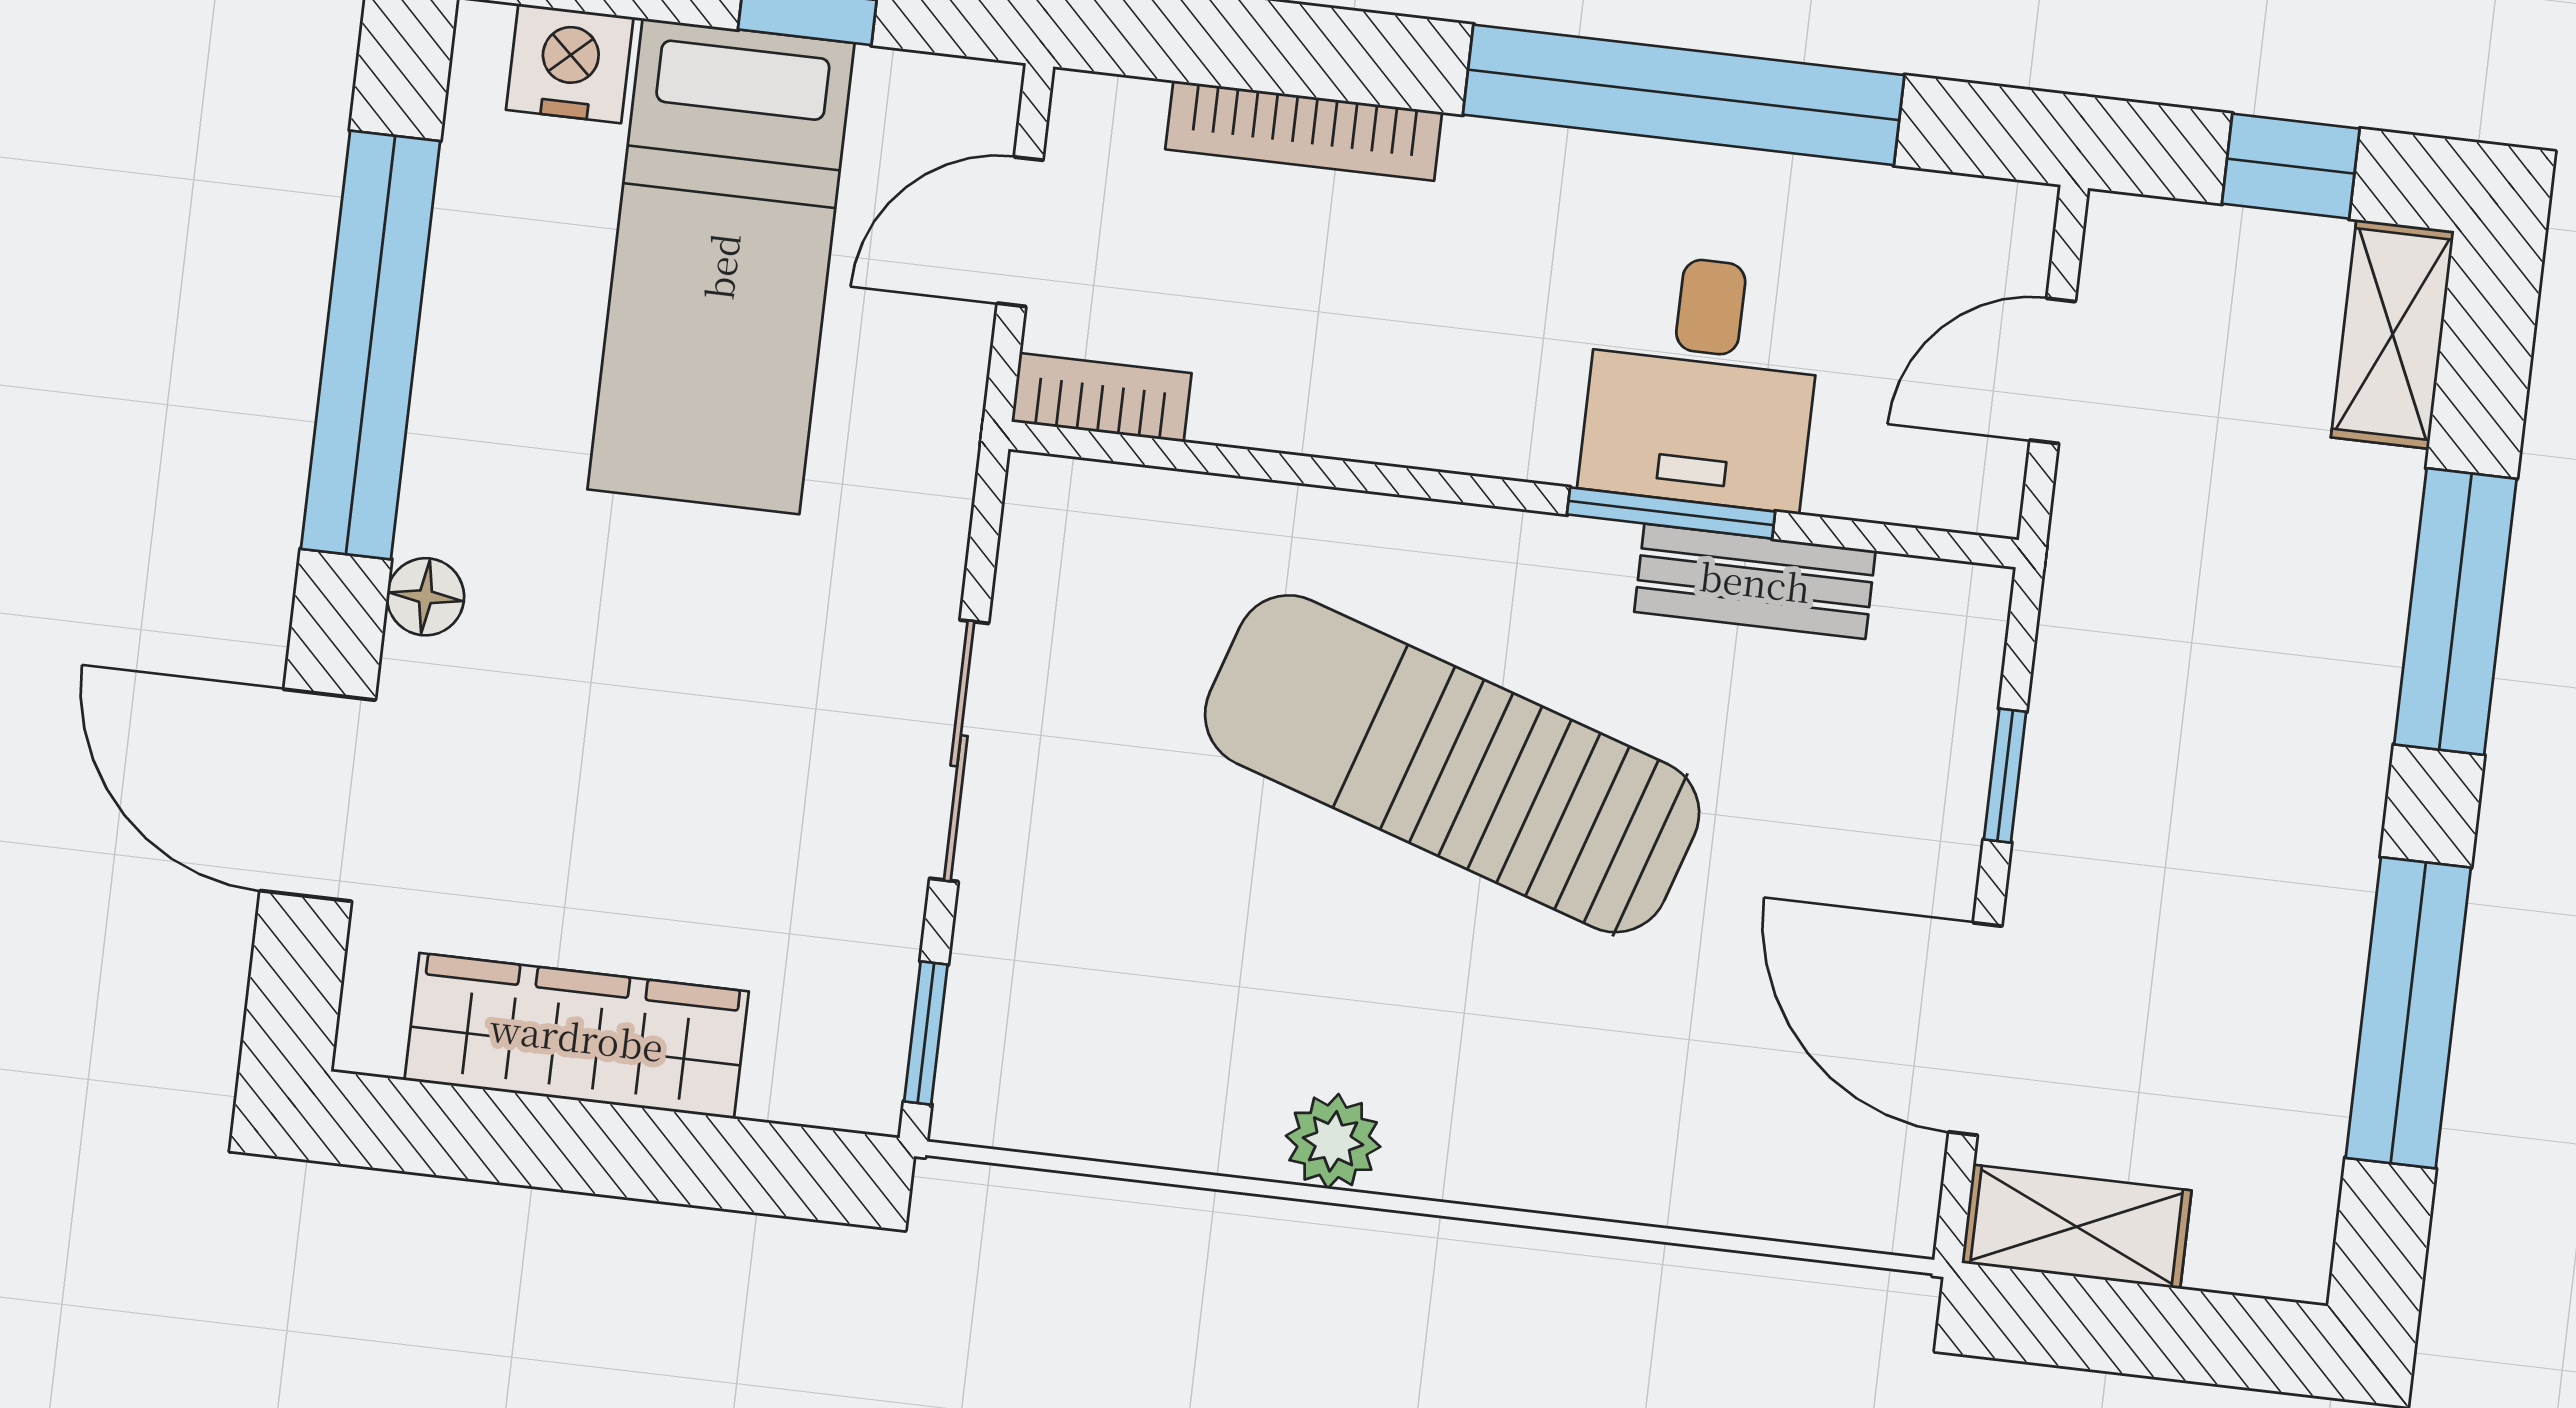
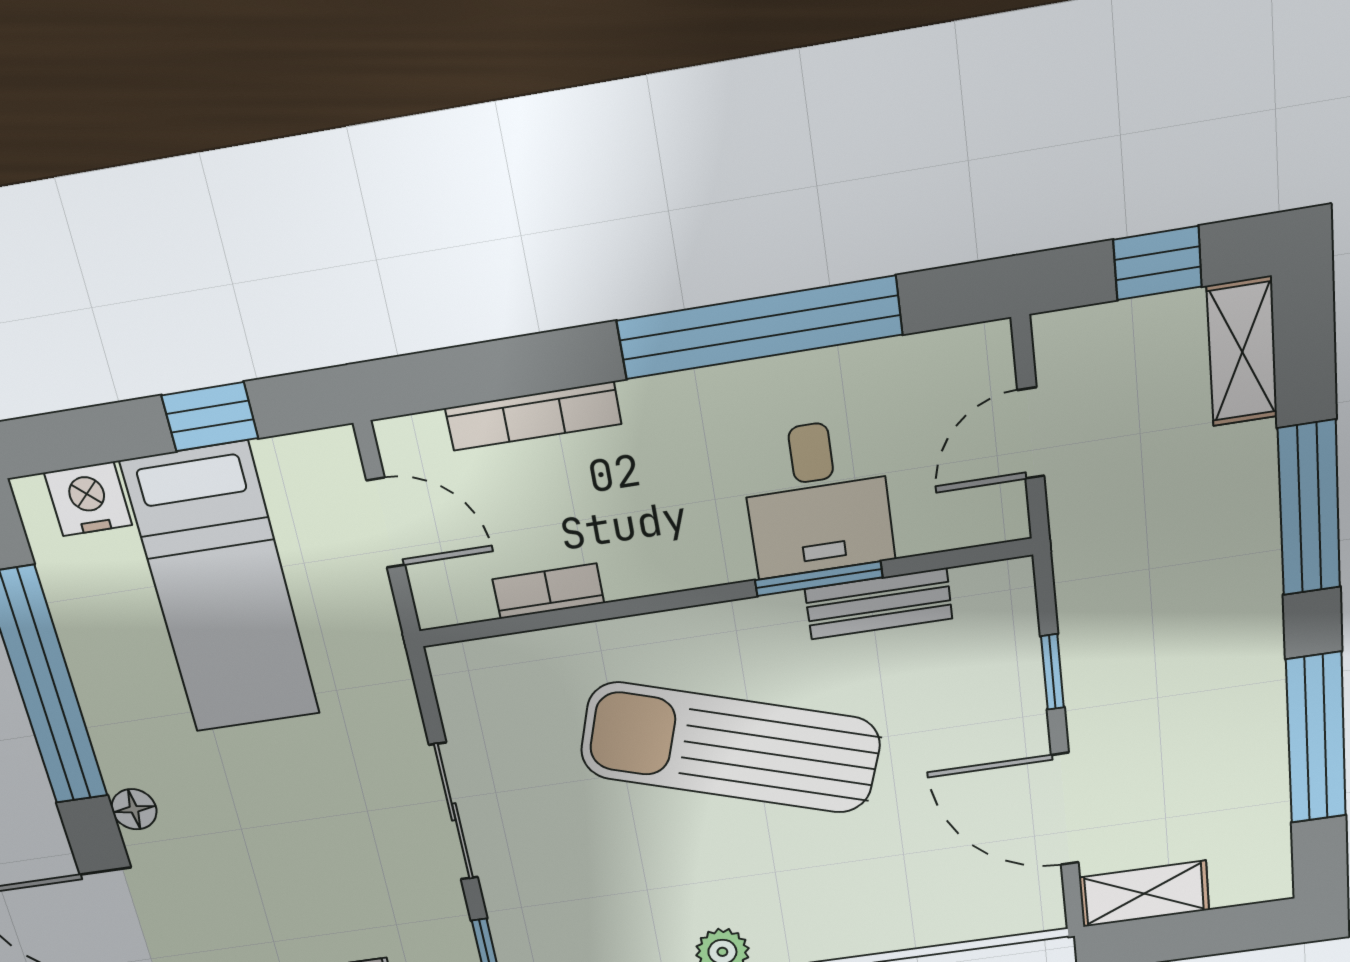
door: (1020, 232) -> (386, 523), swing flipped
bookcase: (1102, 397) -> (548, 591), moved

